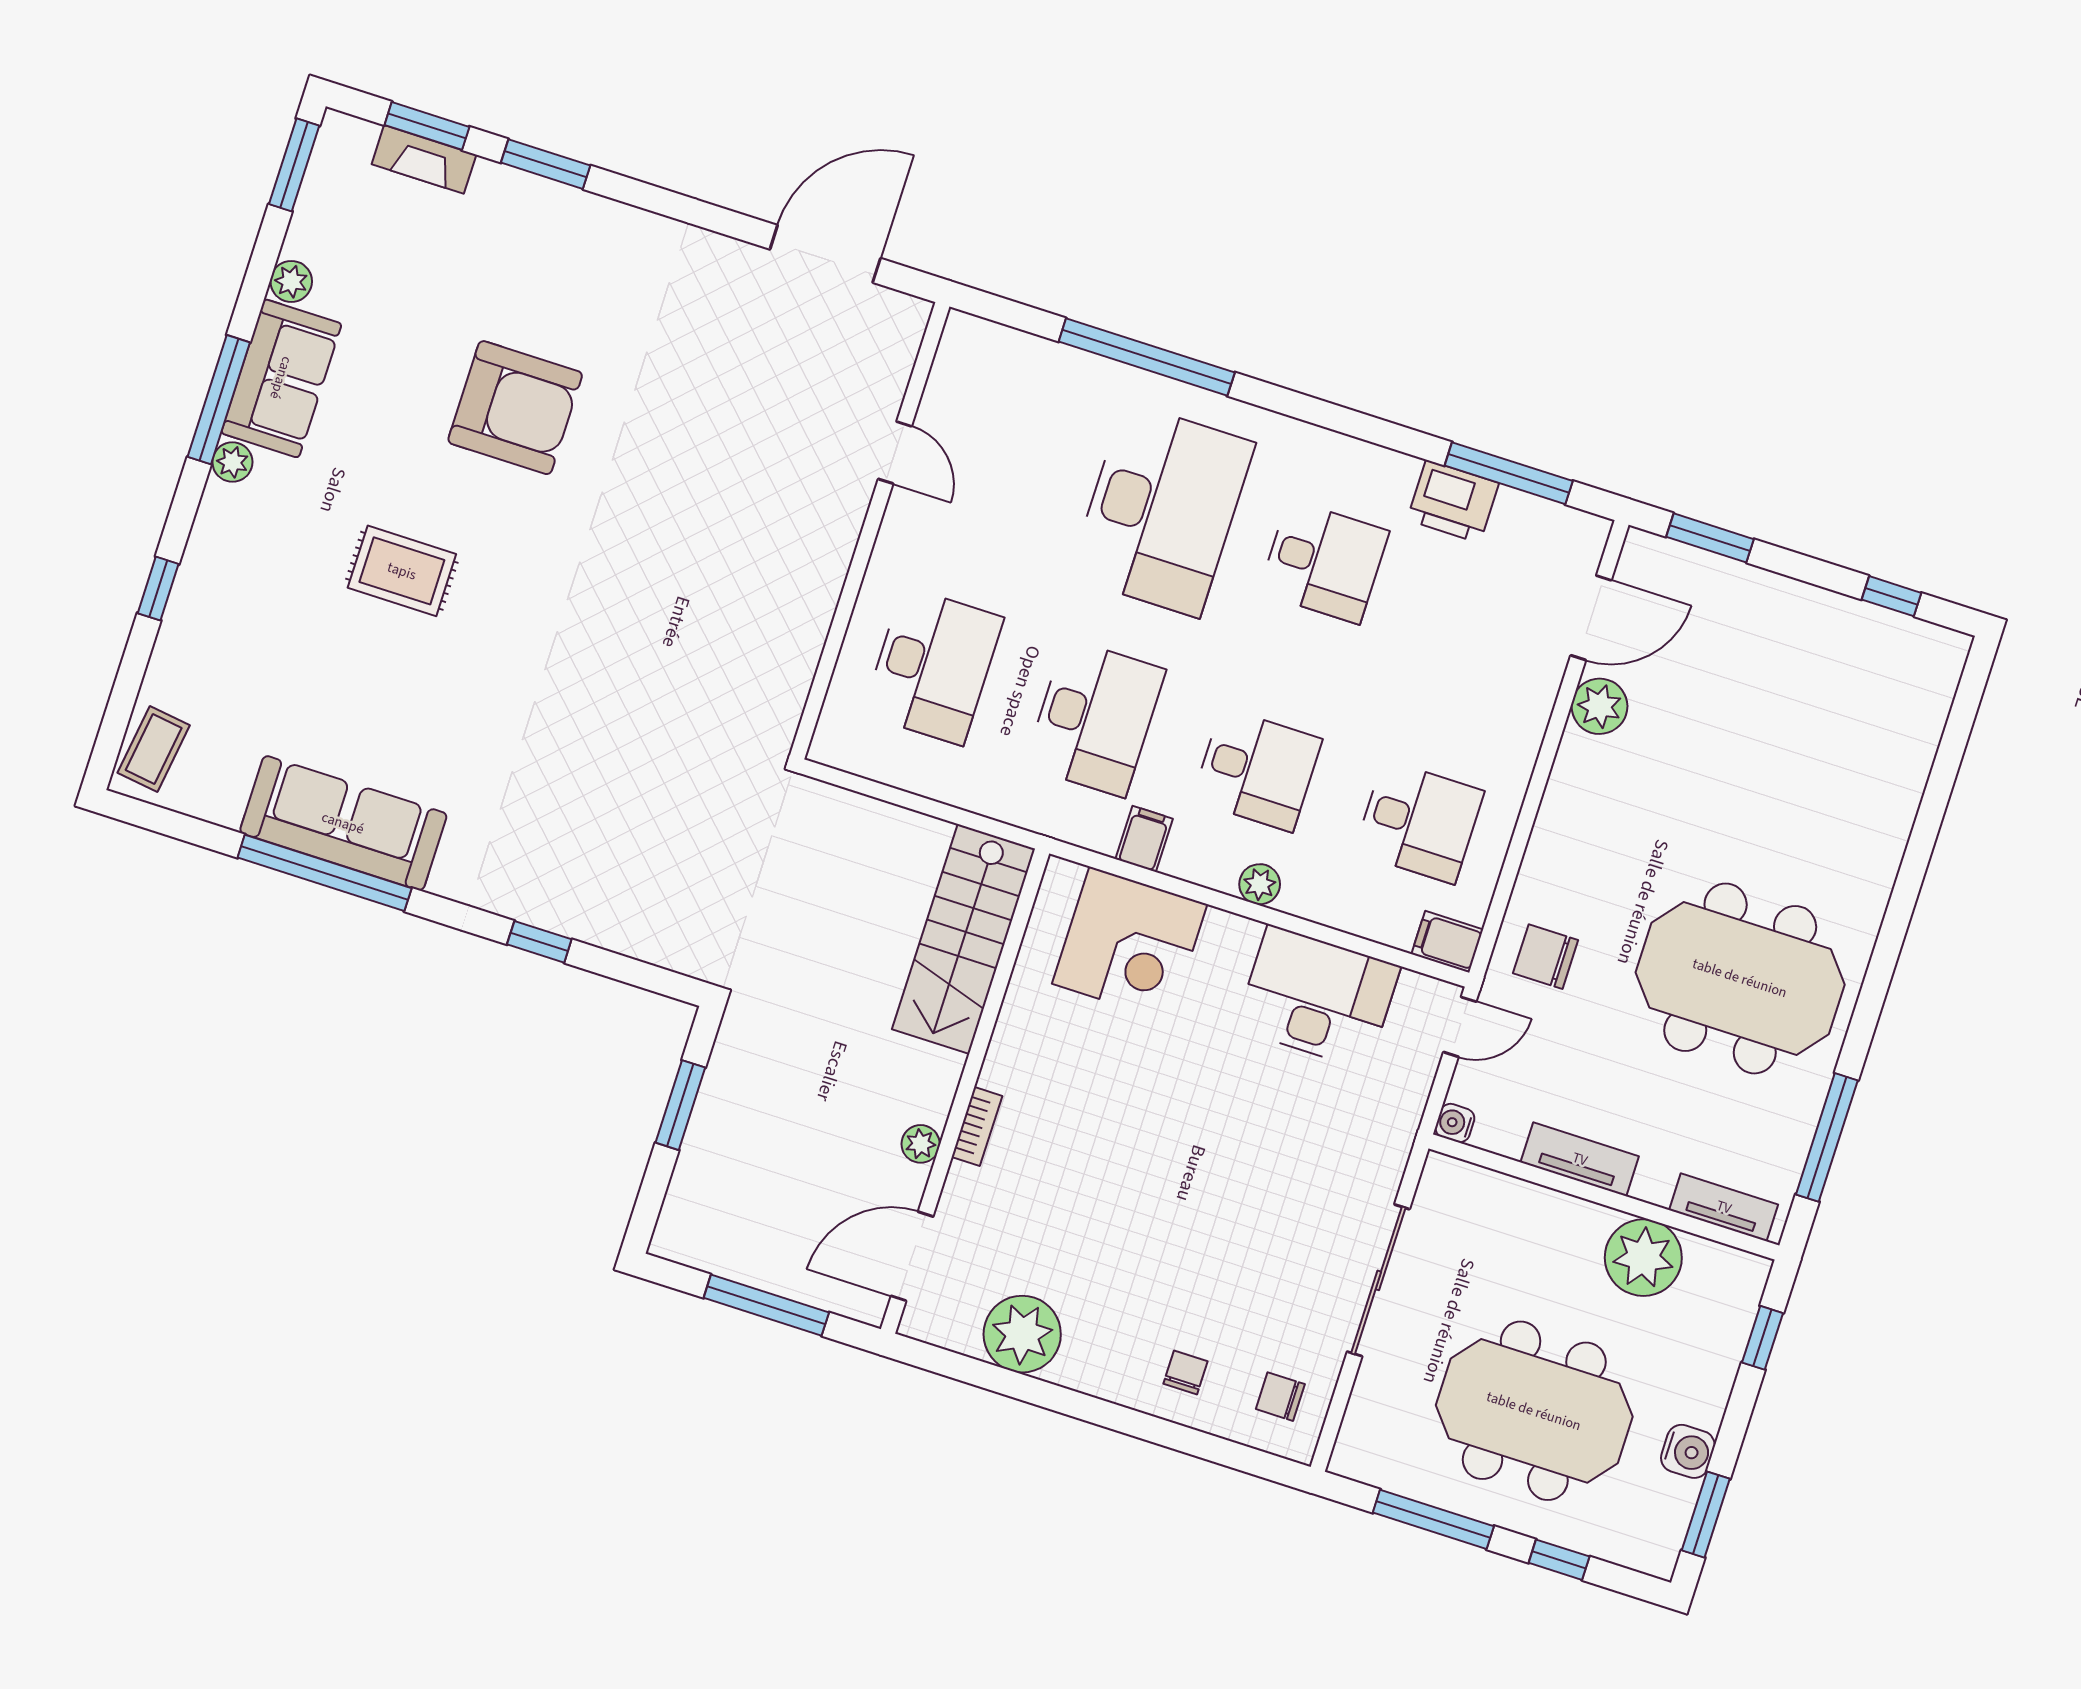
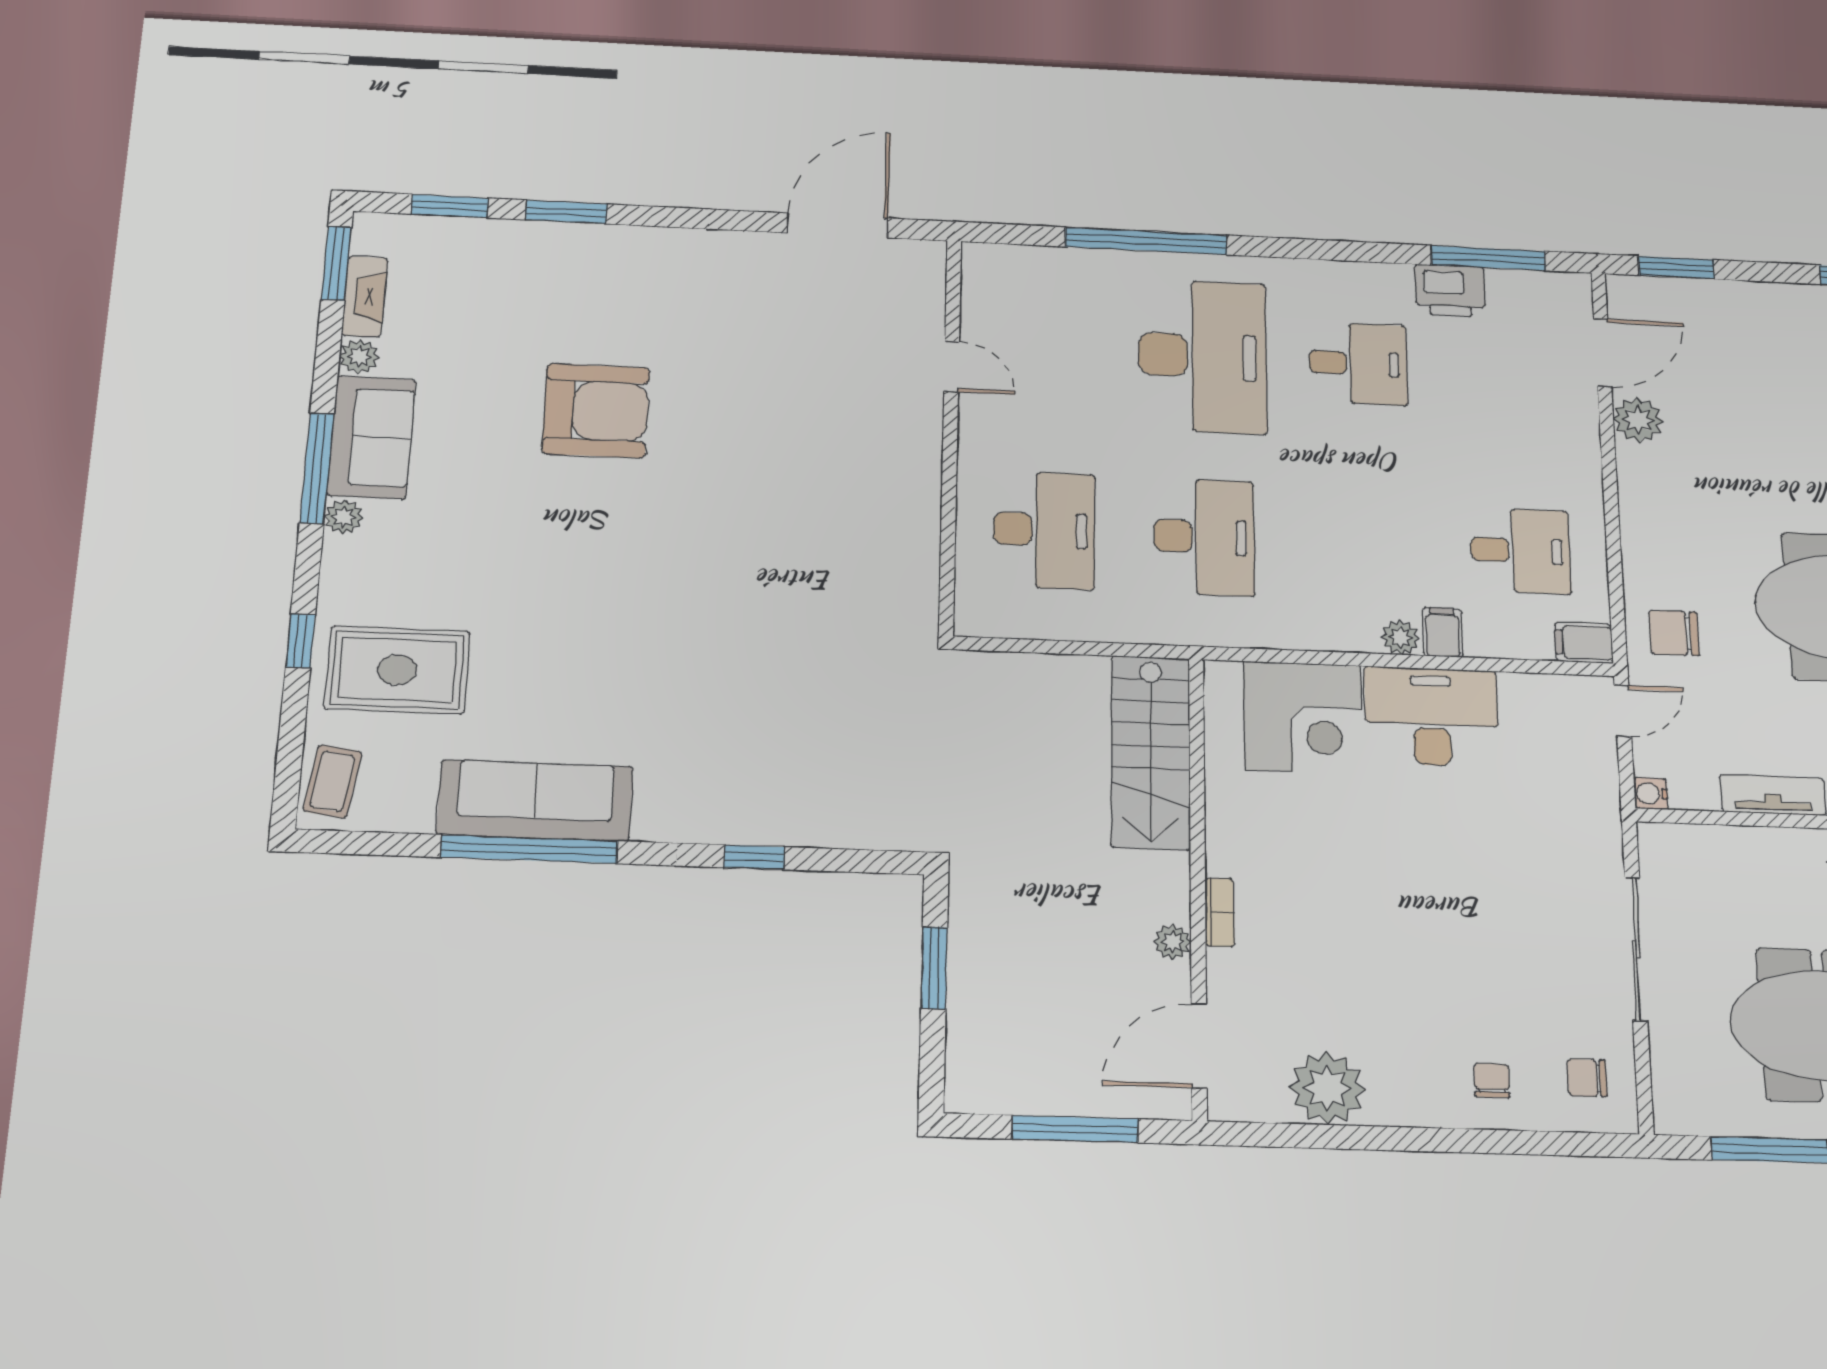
fireplace: (424, 159) -> (365, 296), moved, turned -90
rug: (402, 571) -> (397, 670), moved, width x1.36, depth x1.43
desk: (1257, 770) -> (1363, 544), removed
filing cabinet: (1144, 839) -> (1443, 632), moved
desk: (1318, 997) -> (1432, 717), moved

